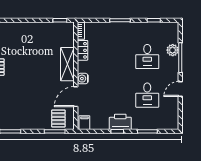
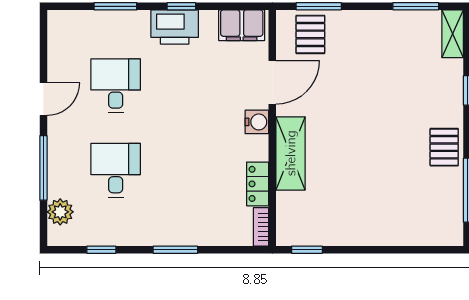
plant: (173, 50) -> (60, 212), moved
filing cabinet: (84, 123) -> (242, 25), width x2.00

